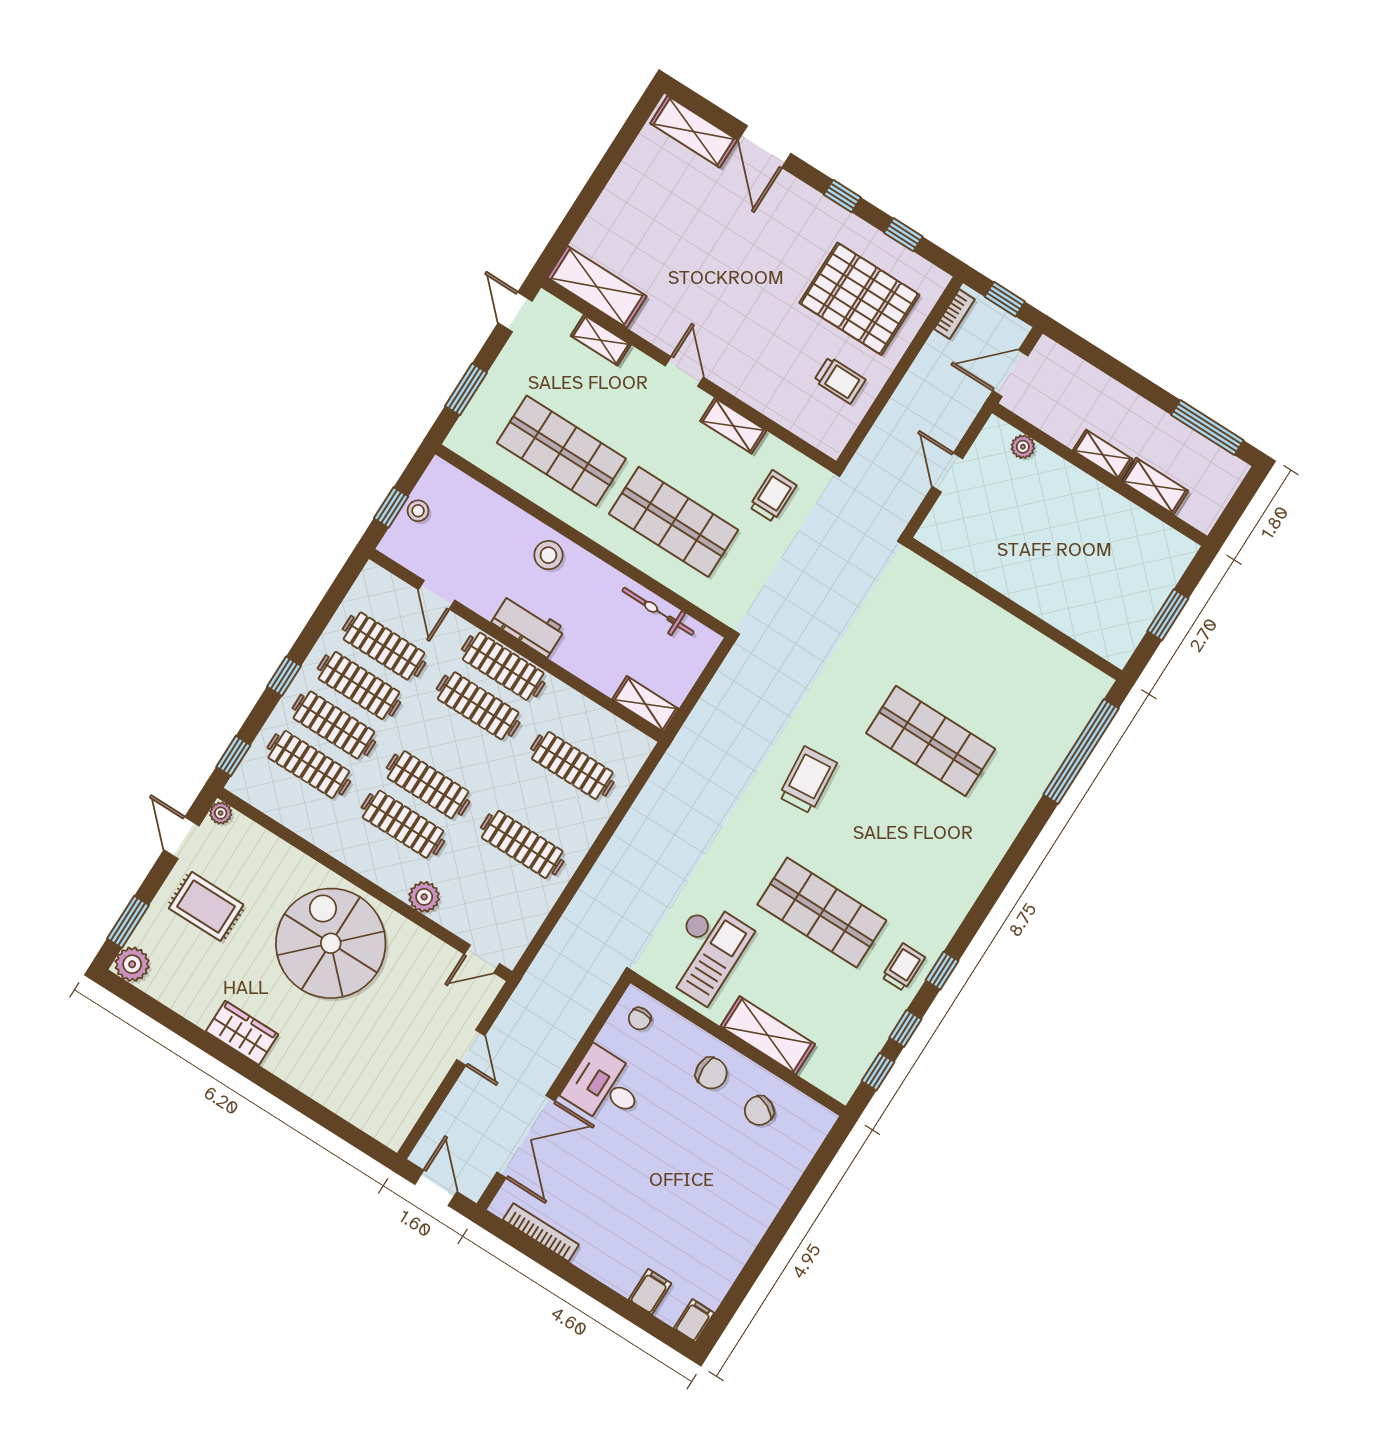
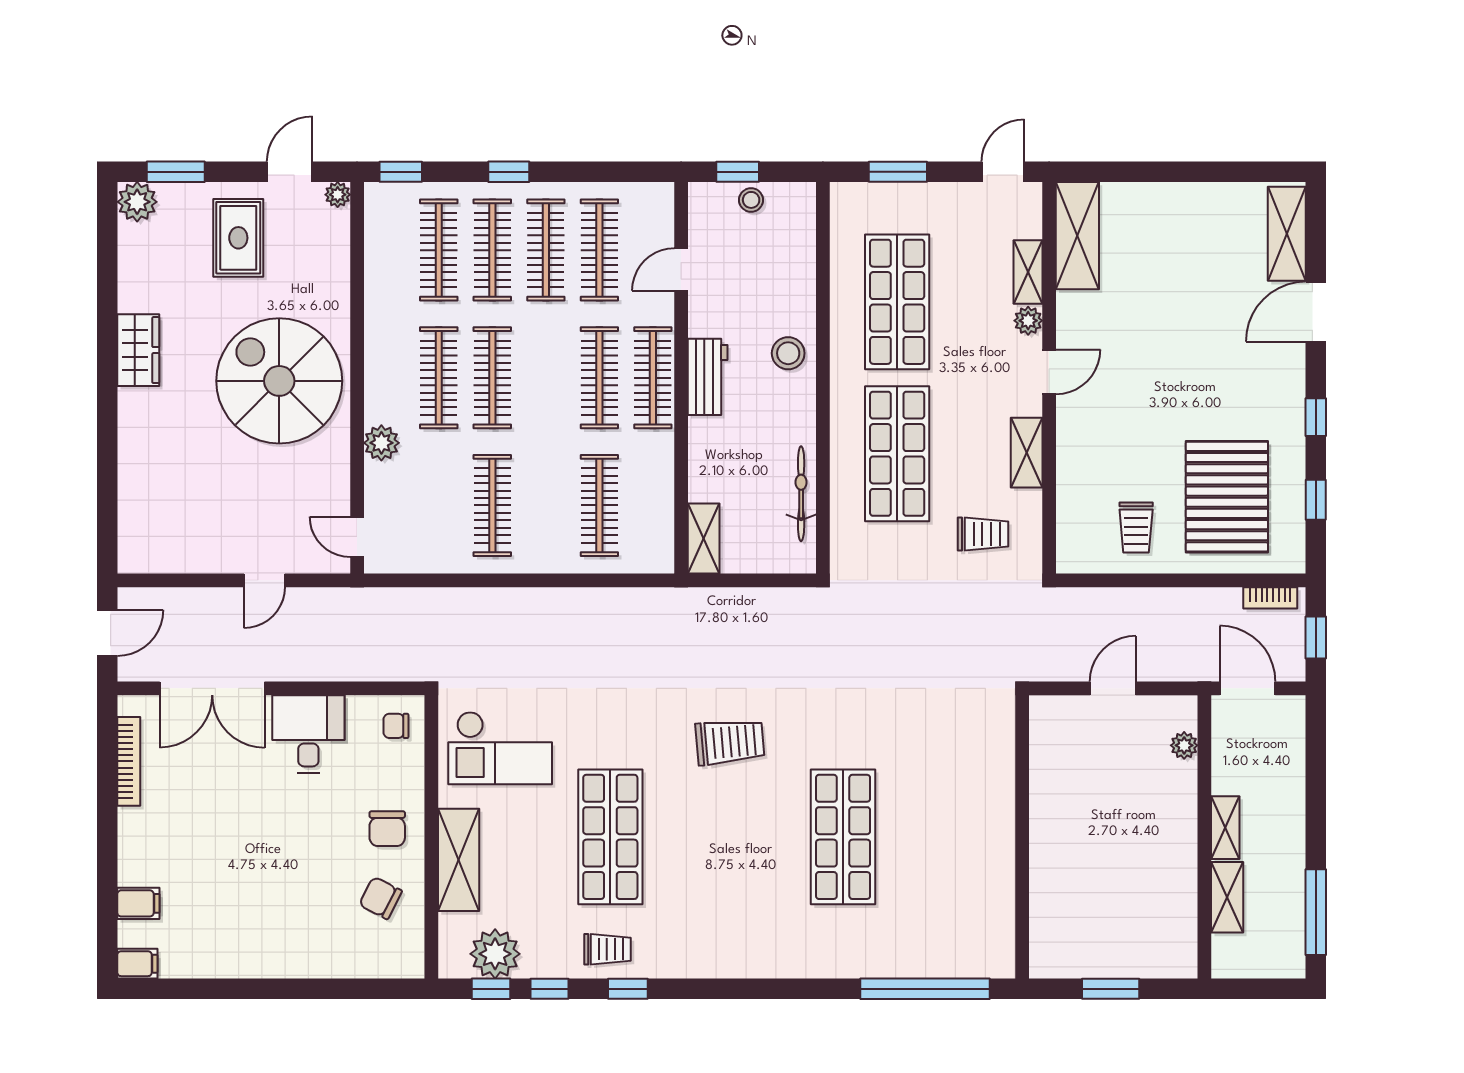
plant: (637, 363) -> (1028, 321), added
spiral stairs: (331, 943) -> (279, 381), turned -90
plant: (854, 1052) -> (495, 954), added

